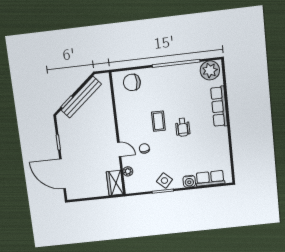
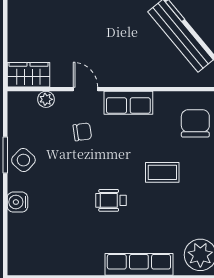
coffee table: (158, 121) -> (162, 172), moved
door: (119, 149) -> (86, 89), swing flipped
row of seats: (210, 178) -> (128, 103), moved, turned 90

